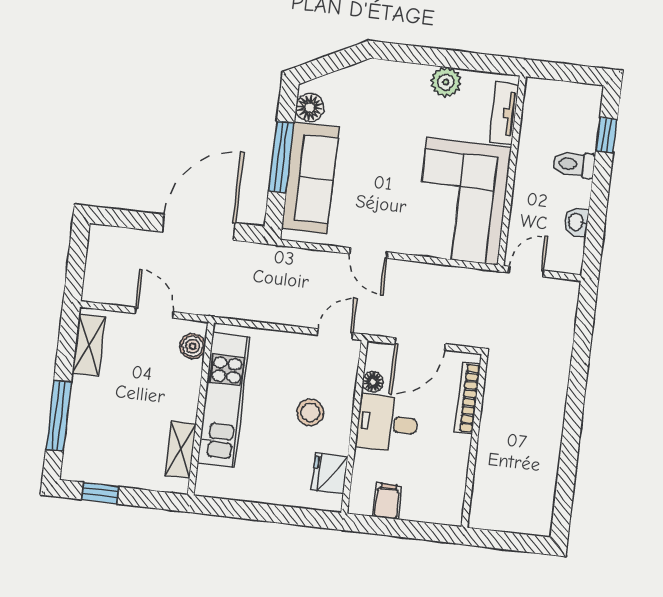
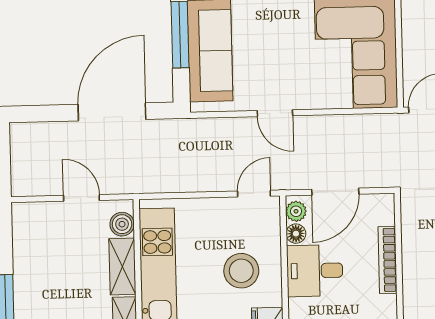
shelving: (89, 345) -> (122, 267), moved
plant: (376, 359) -> (296, 211), added
bookcase: (467, 398) -> (387, 260), moved
stool: (310, 413) -> (241, 271), width x1.38, depth x1.38

